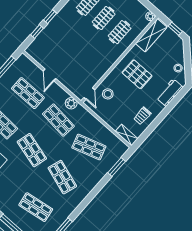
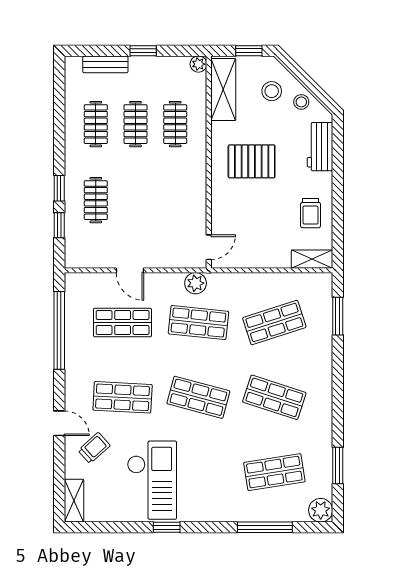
clothes rail: (61, 34) -> (96, 200), added
door: (89, 94) -> (209, 247), hinge flipped
stool: (108, 94) -> (272, 91), moved

